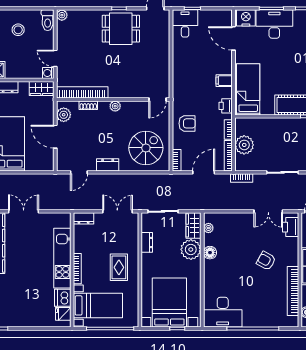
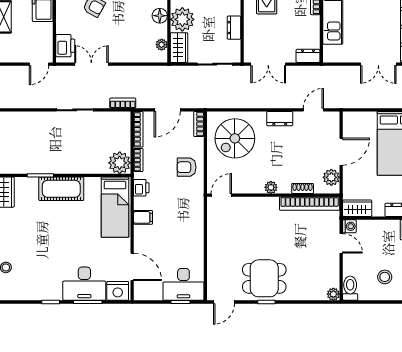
desk: (185, 23) -> (183, 284), width x1.37
door: (55, 137) -> (341, 152), hinge flipped
plant: (244, 145) -> (120, 163), moved

